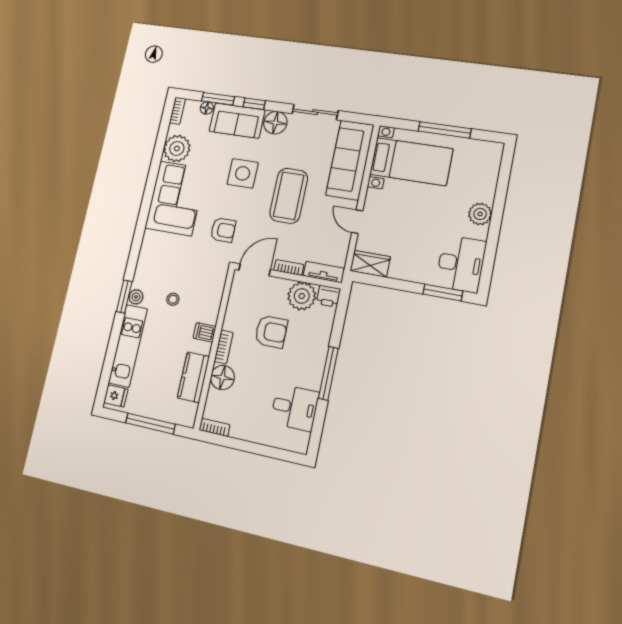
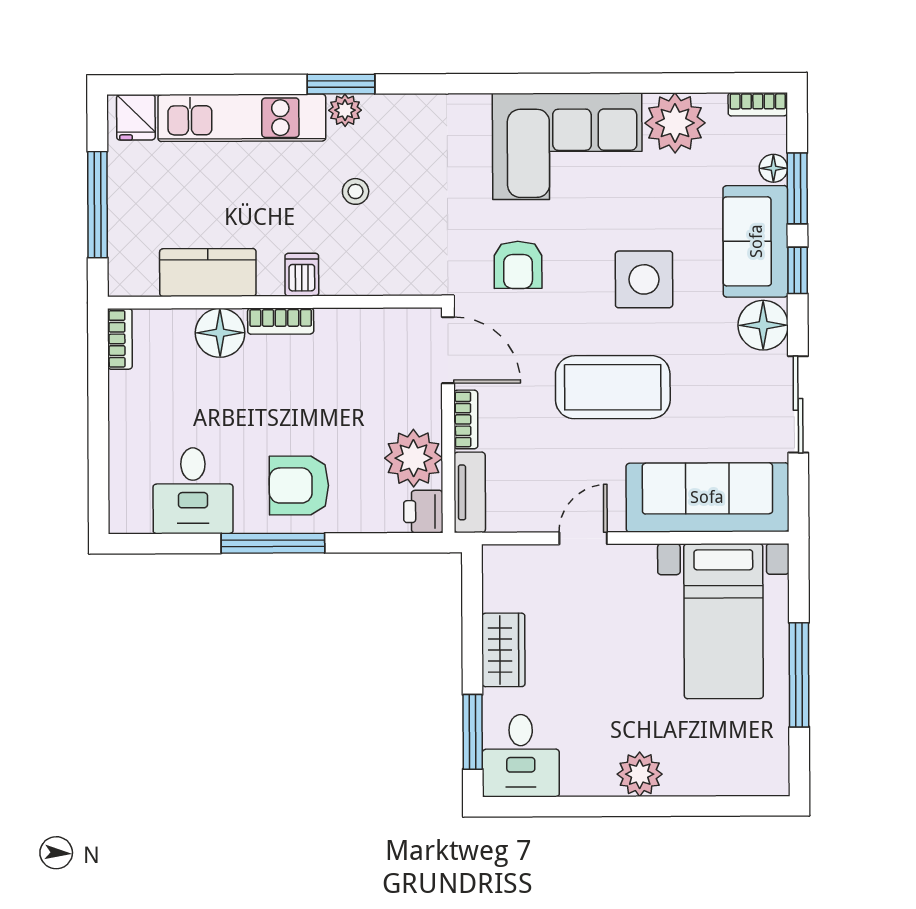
wardrobe: (370, 264) -> (503, 650), moved
desk: (461, 264) -> (521, 756), width x0.73
armchair: (271, 332) -> (299, 485), moved, turned 90

